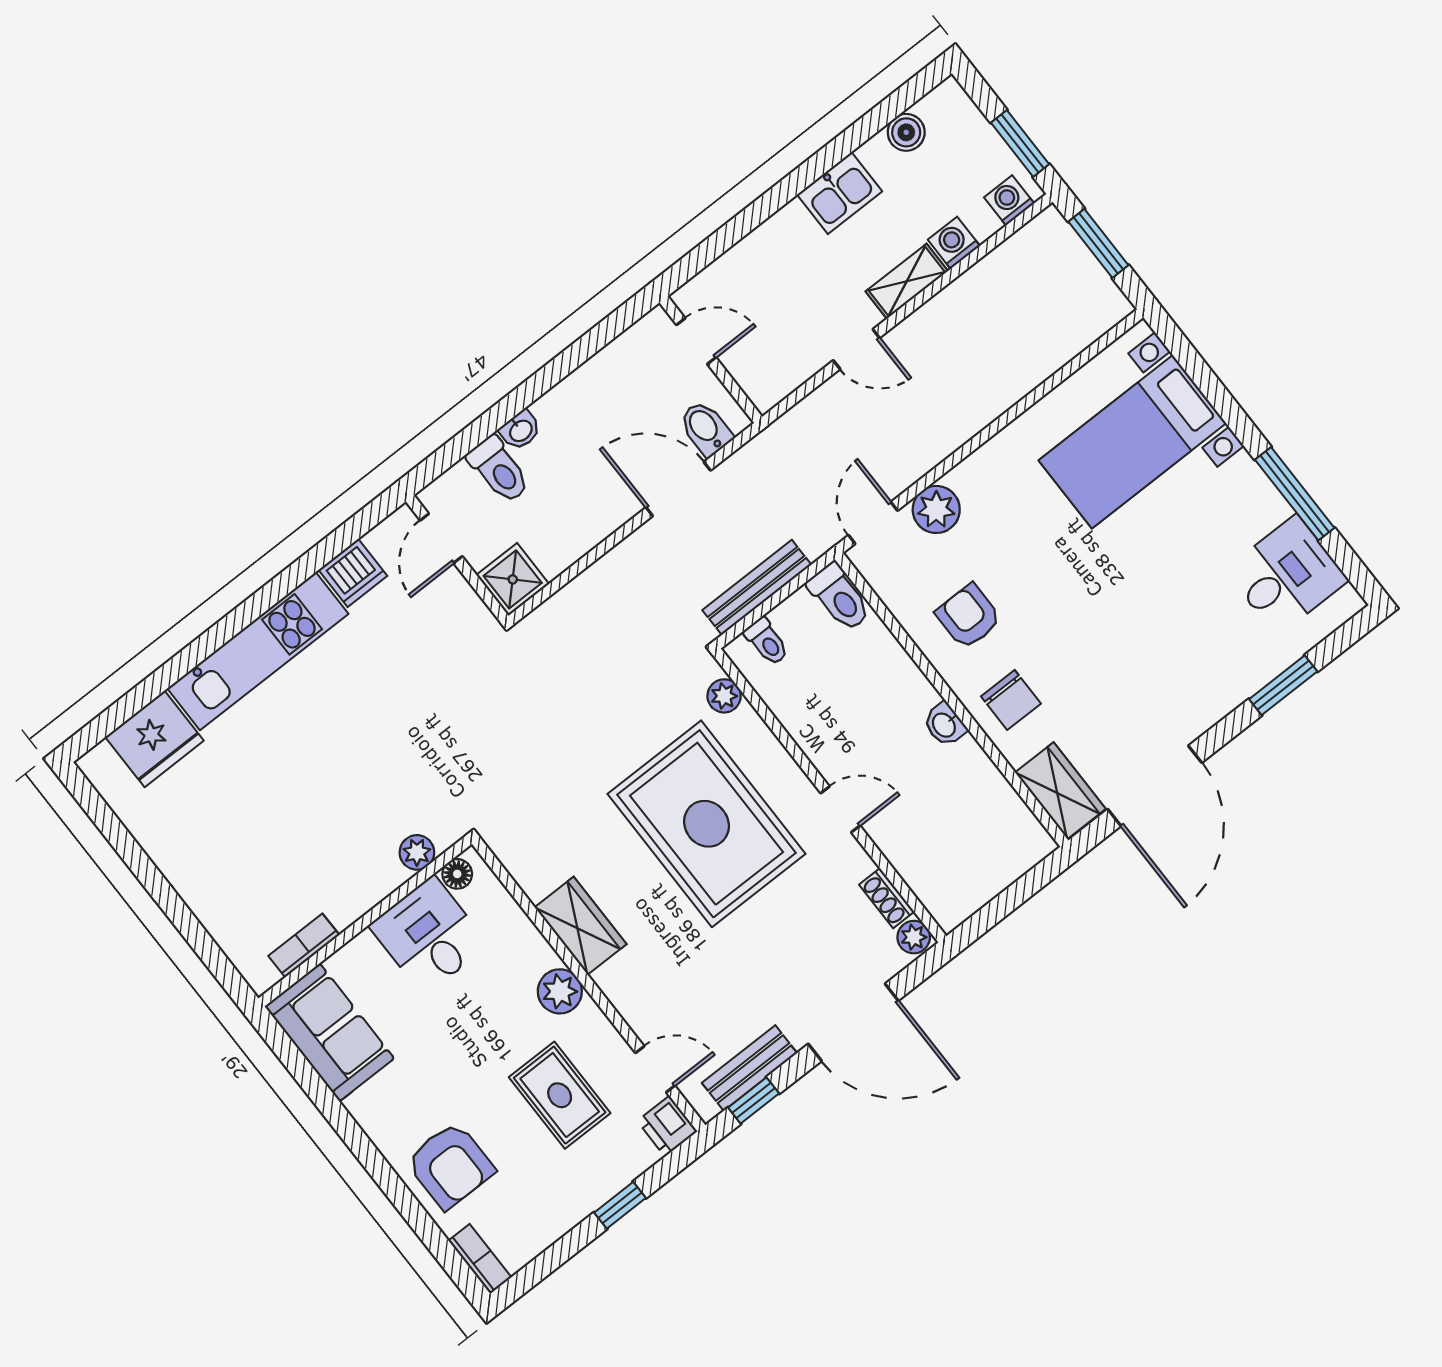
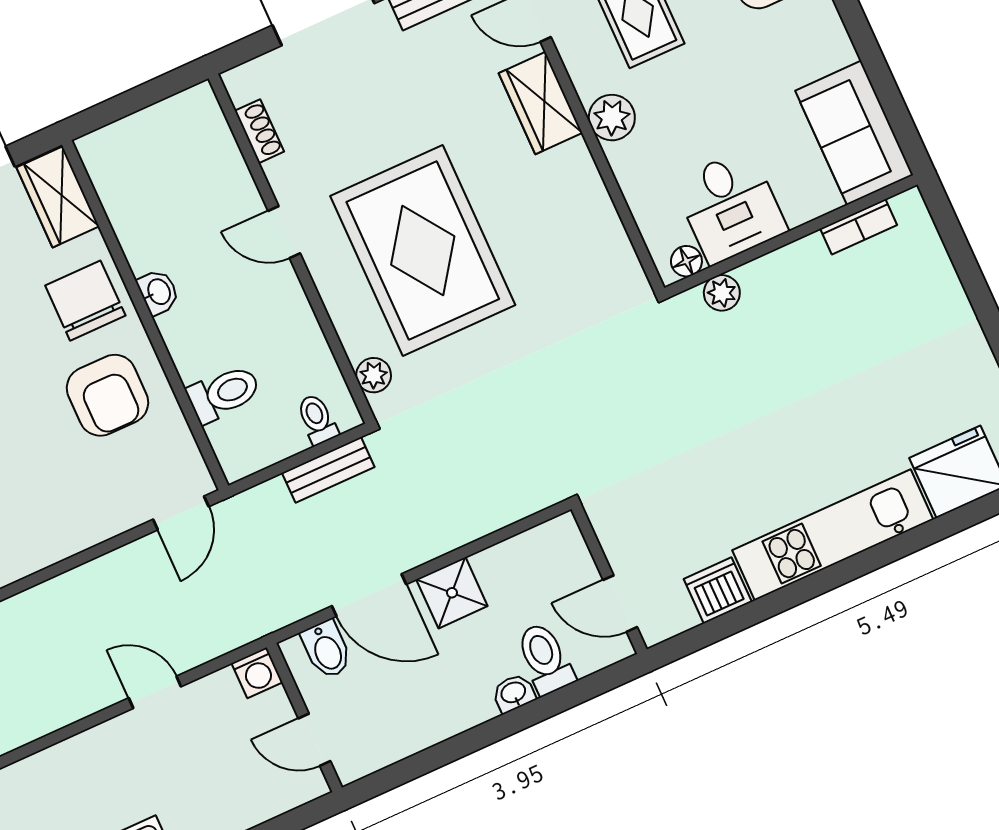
washing machine: (954, 243) -> (257, 673), moved
shelving: (907, 281) -> (87, 748), removed
plant: (936, 509) -> (114, 511), removed
door: (441, 538) -> (620, 604), swing flipped
shower: (513, 579) -> (452, 593), moved
bench: (757, 587) -> (328, 470), width x0.73
toilet: (840, 597) -> (224, 394), moved, turned 90
armchair: (969, 616) -> (108, 395), width x1.38, depth x1.38
chair: (1011, 700) -> (85, 301), width x1.37, depth x1.37
wardrobe: (581, 926) -> (541, 103), moved
plant: (914, 937) -> (242, 85), removed

